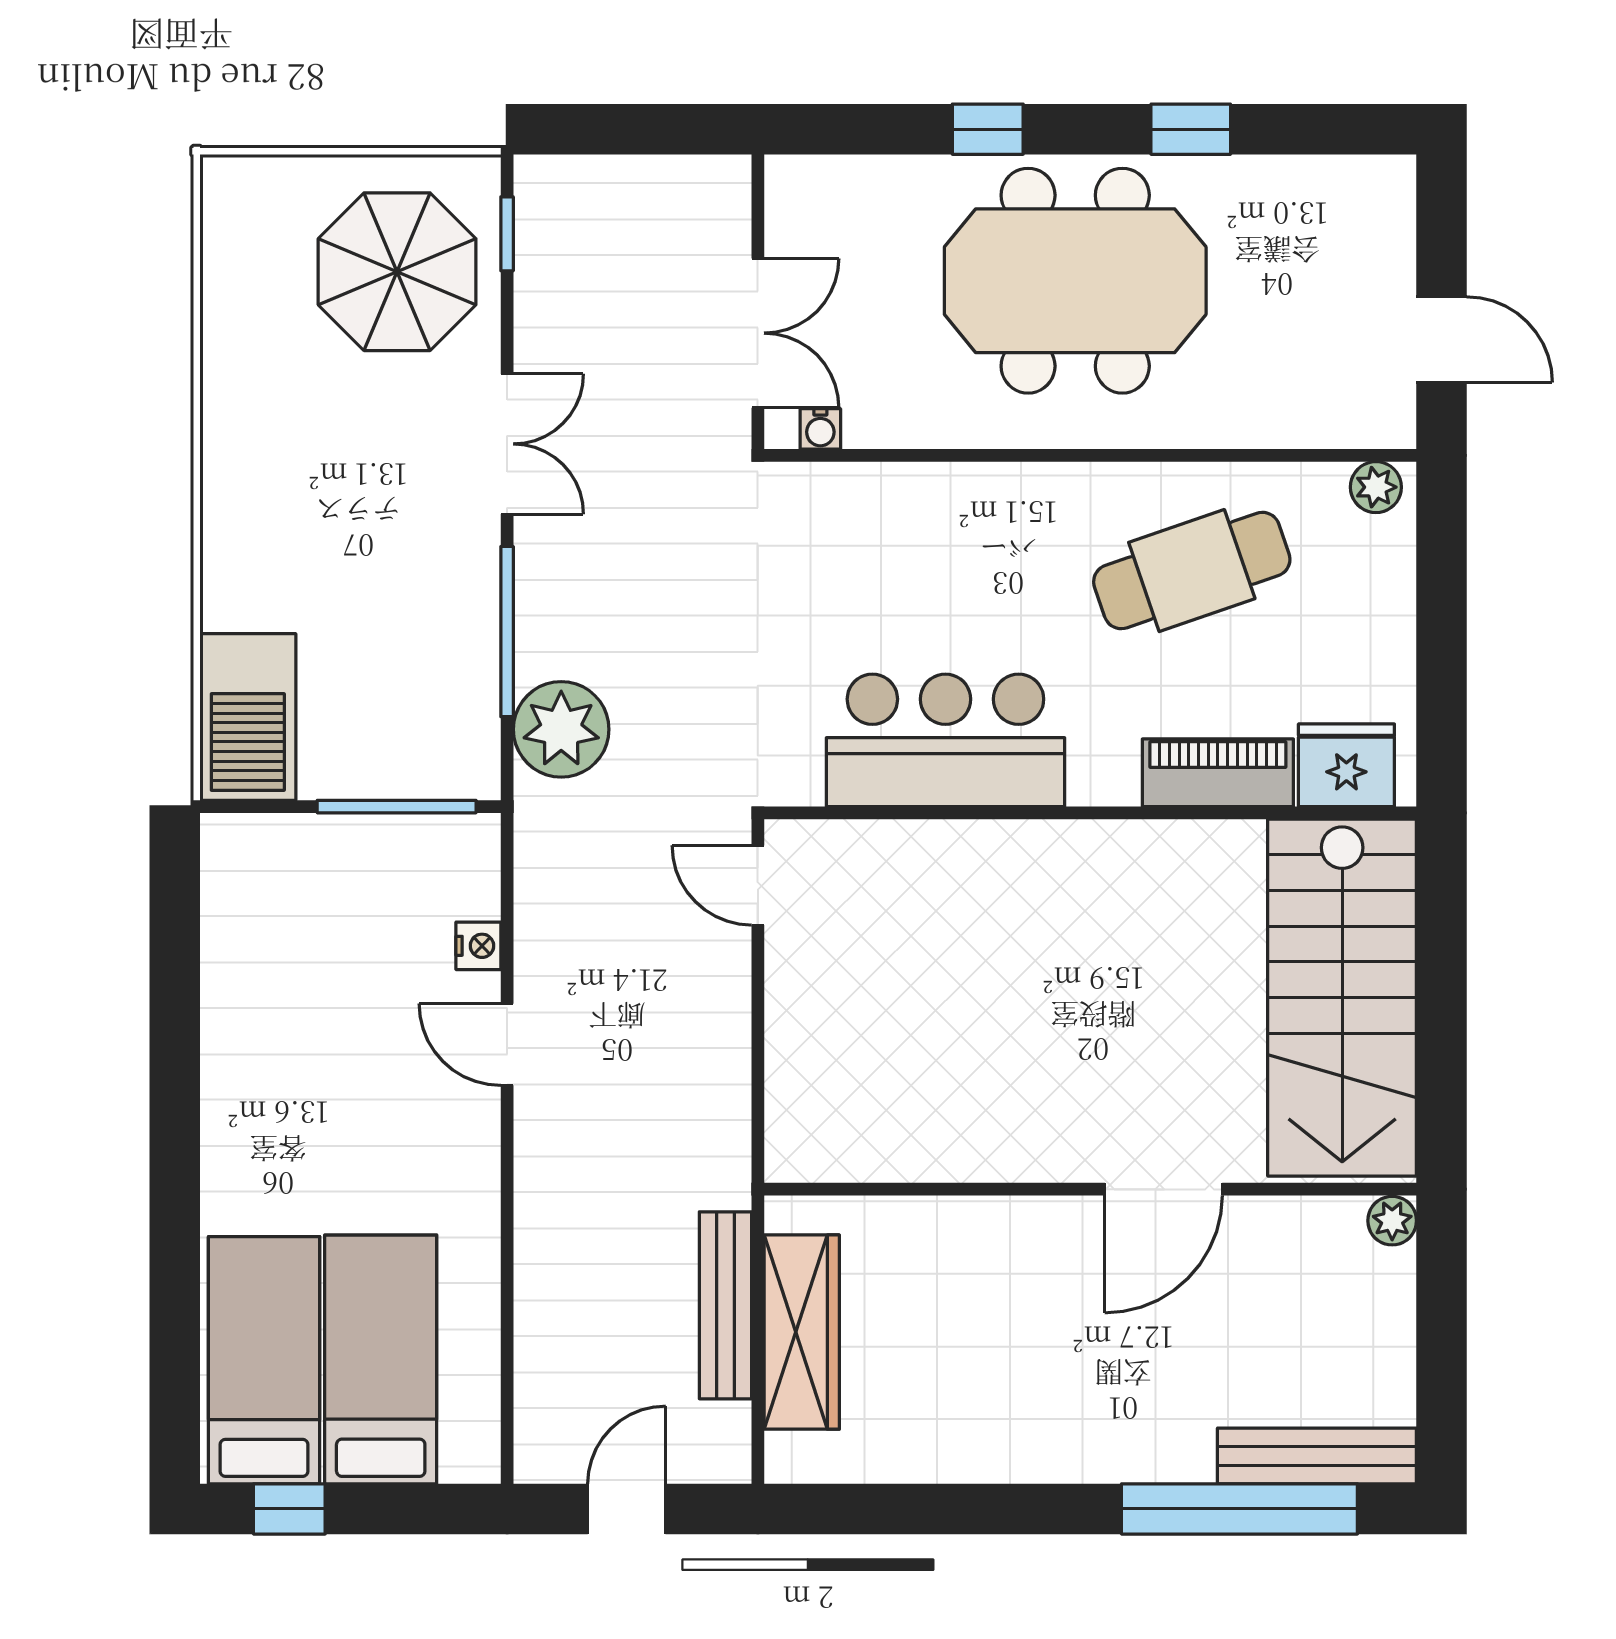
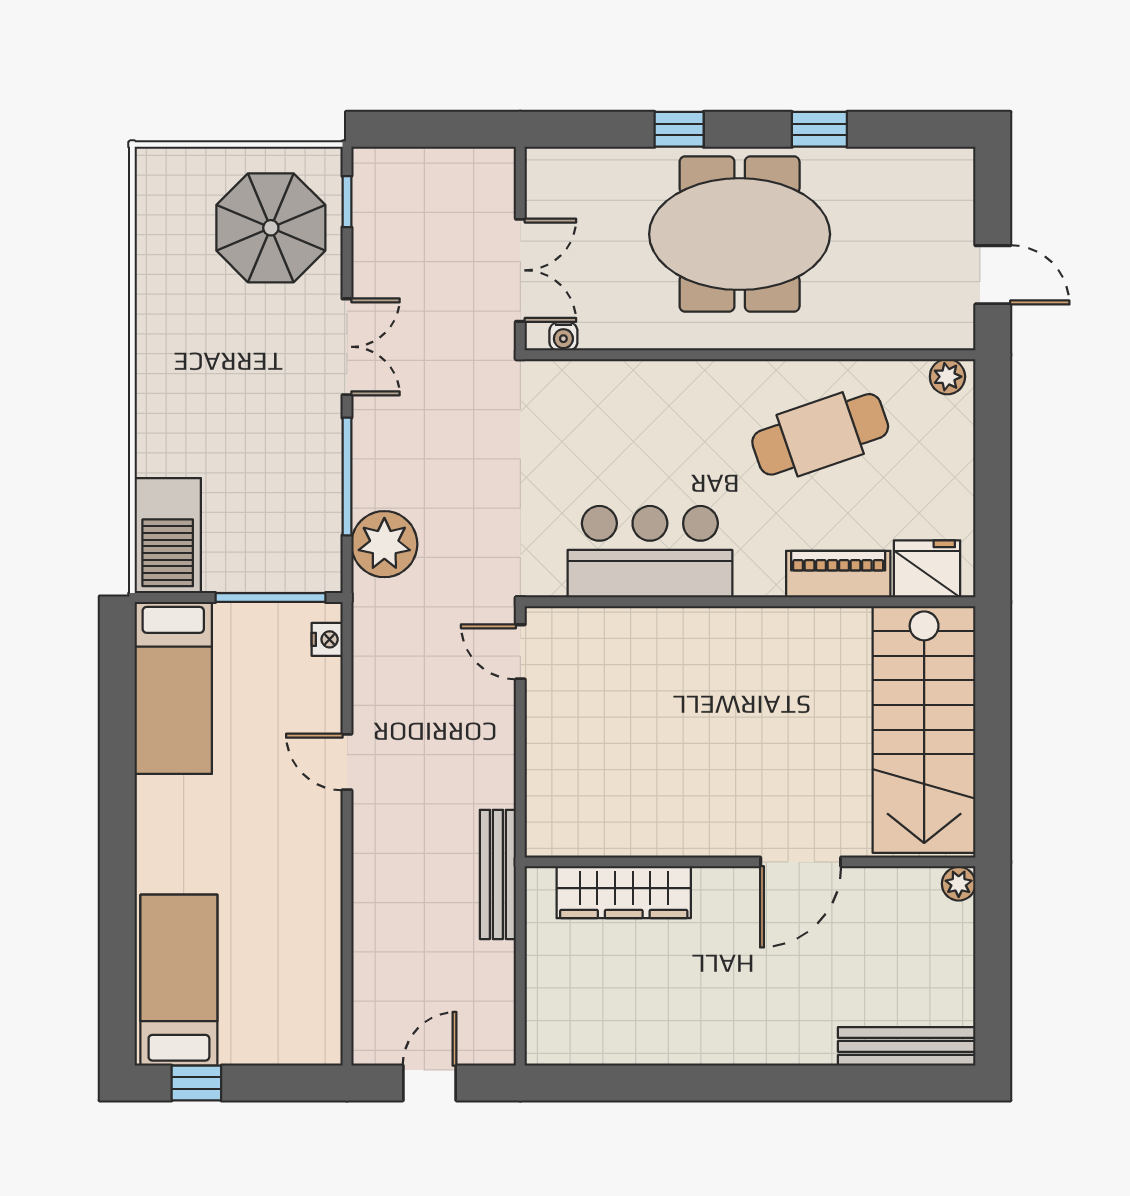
nightstand: (478, 946) -> (327, 639), moved
bench: (726, 1305) -> (498, 874), moved
wardrobe: (802, 1332) -> (624, 892), moved, turned 90
bed: (381, 1359) -> (173, 688), moved, turned 180
window: (1239, 1509) -> (853, 1083), removed

